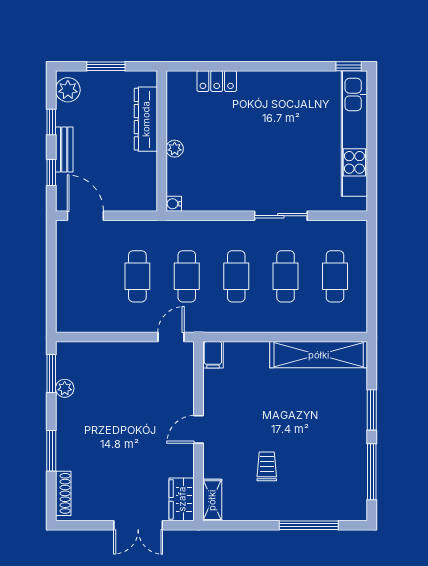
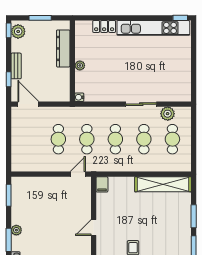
window: (51, 122) -> (9, 30), moved
kitchen unit: (354, 133) -> (153, 28), moved, turned -90
plant: (327, 232) -> (168, 114), added
plant: (65, 388) -> (16, 230), moved

